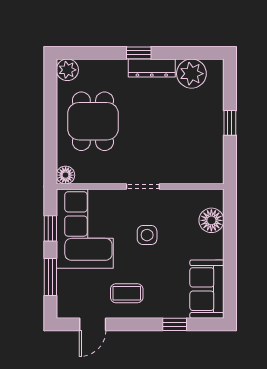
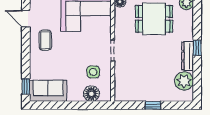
side table: (147, 235) -> (93, 72), moved
window: (175, 324) -> (26, 86), moved

